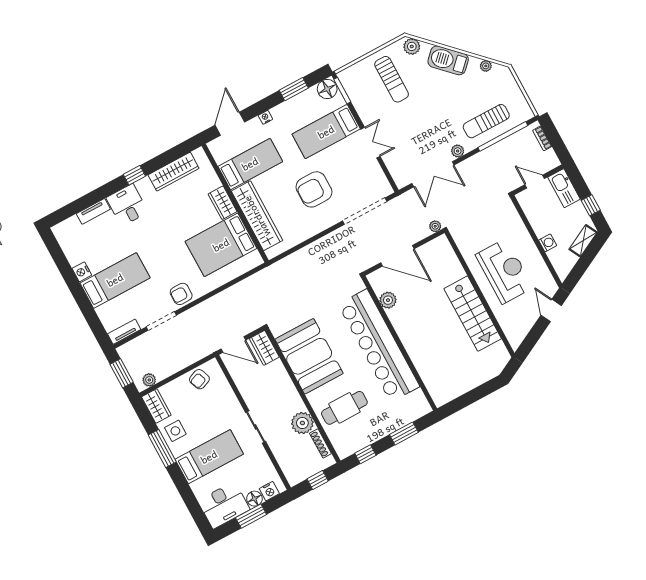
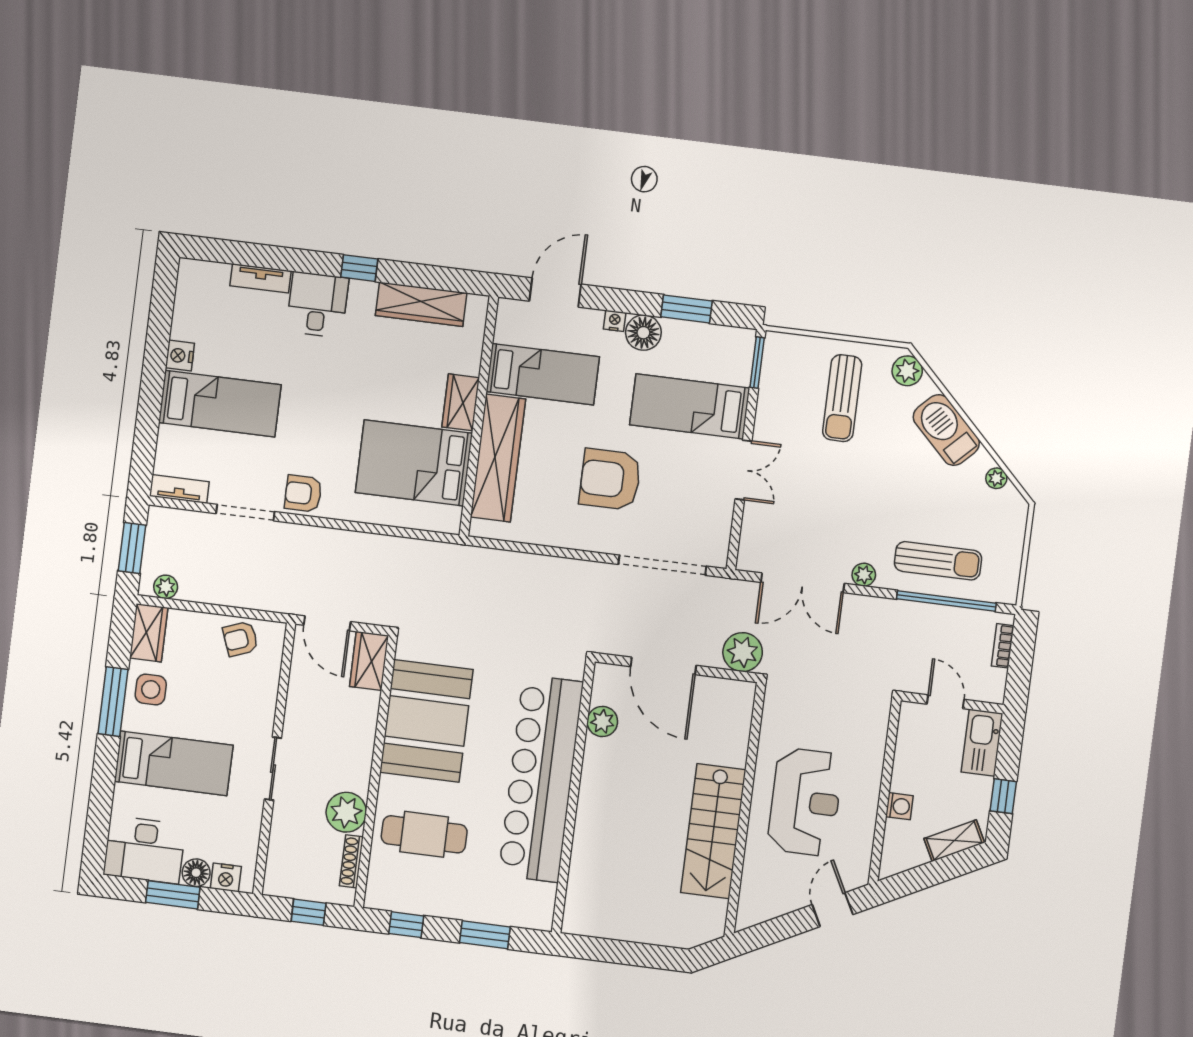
floor lamp: (327, 89) -> (643, 333), moved
sun lounger: (486, 121) -> (938, 561), turned 180
plant: (435, 226) -> (743, 652), width x1.88, depth x1.88

